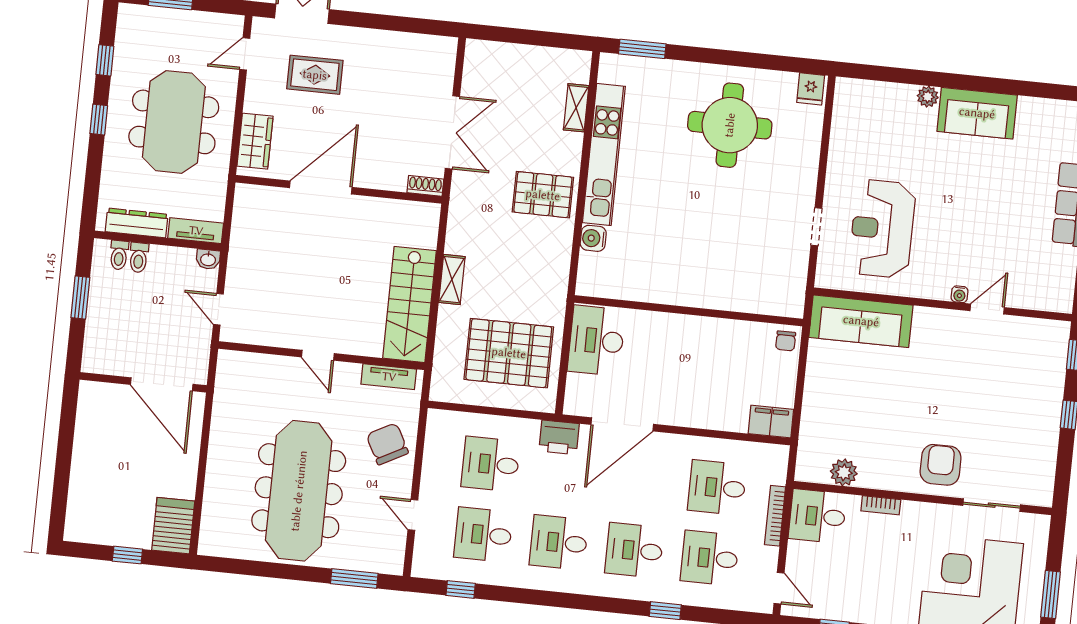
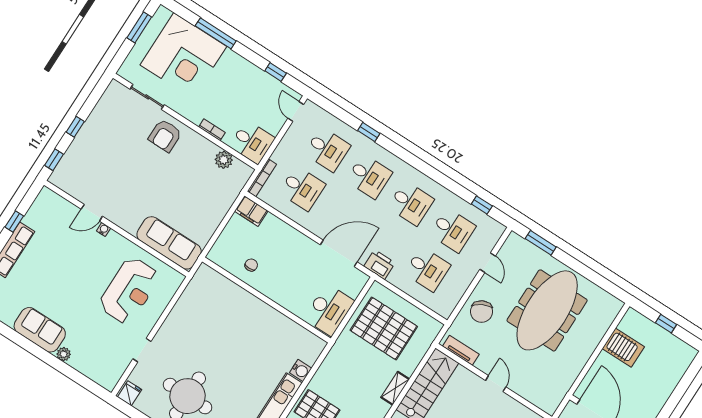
doorway: (816, 227) -> (142, 350), moved
chair: (786, 341) -> (251, 265), moved
bookcase: (775, 516) -> (262, 178), moved
server rack: (173, 526) -> (623, 348), moved, turned -90

